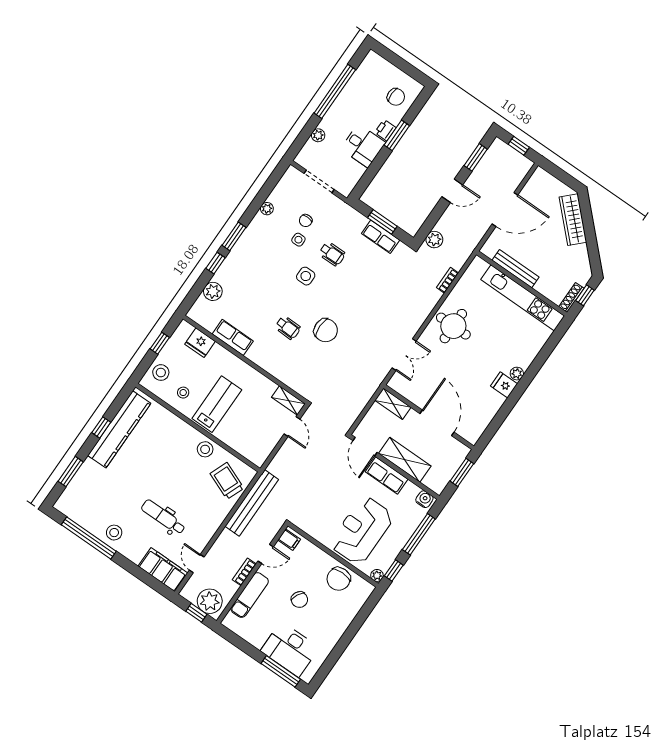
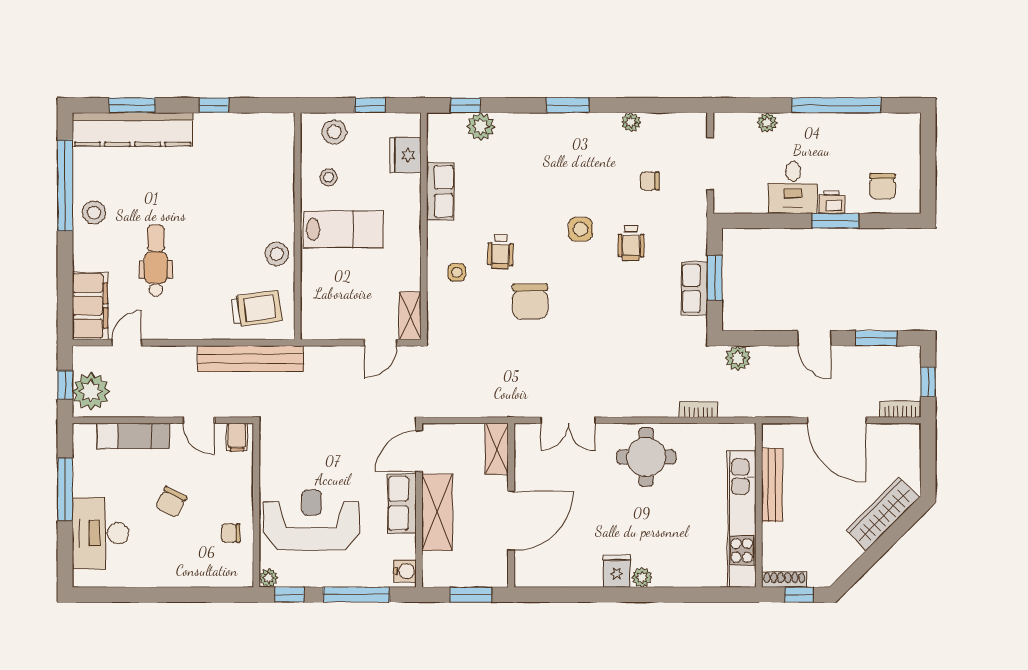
side table: (298, 240) -> (457, 272), moved
window: (215, 263) -> (466, 105), moved
kitchen counter: (119, 429) -> (133, 129), moved
trolley: (227, 481) -> (256, 309), turned 60
bookcase: (244, 572) -> (900, 409), moved
chair: (339, 579) -> (231, 533), width x0.54, depth x0.54
window: (281, 671) -> (65, 489), moved

